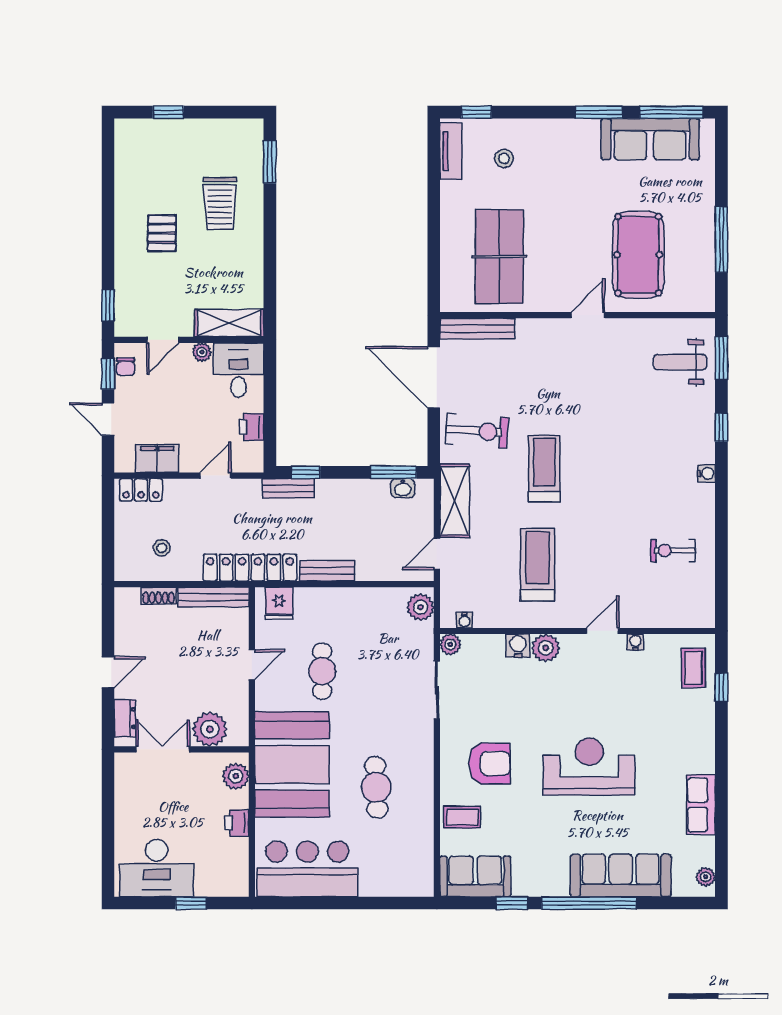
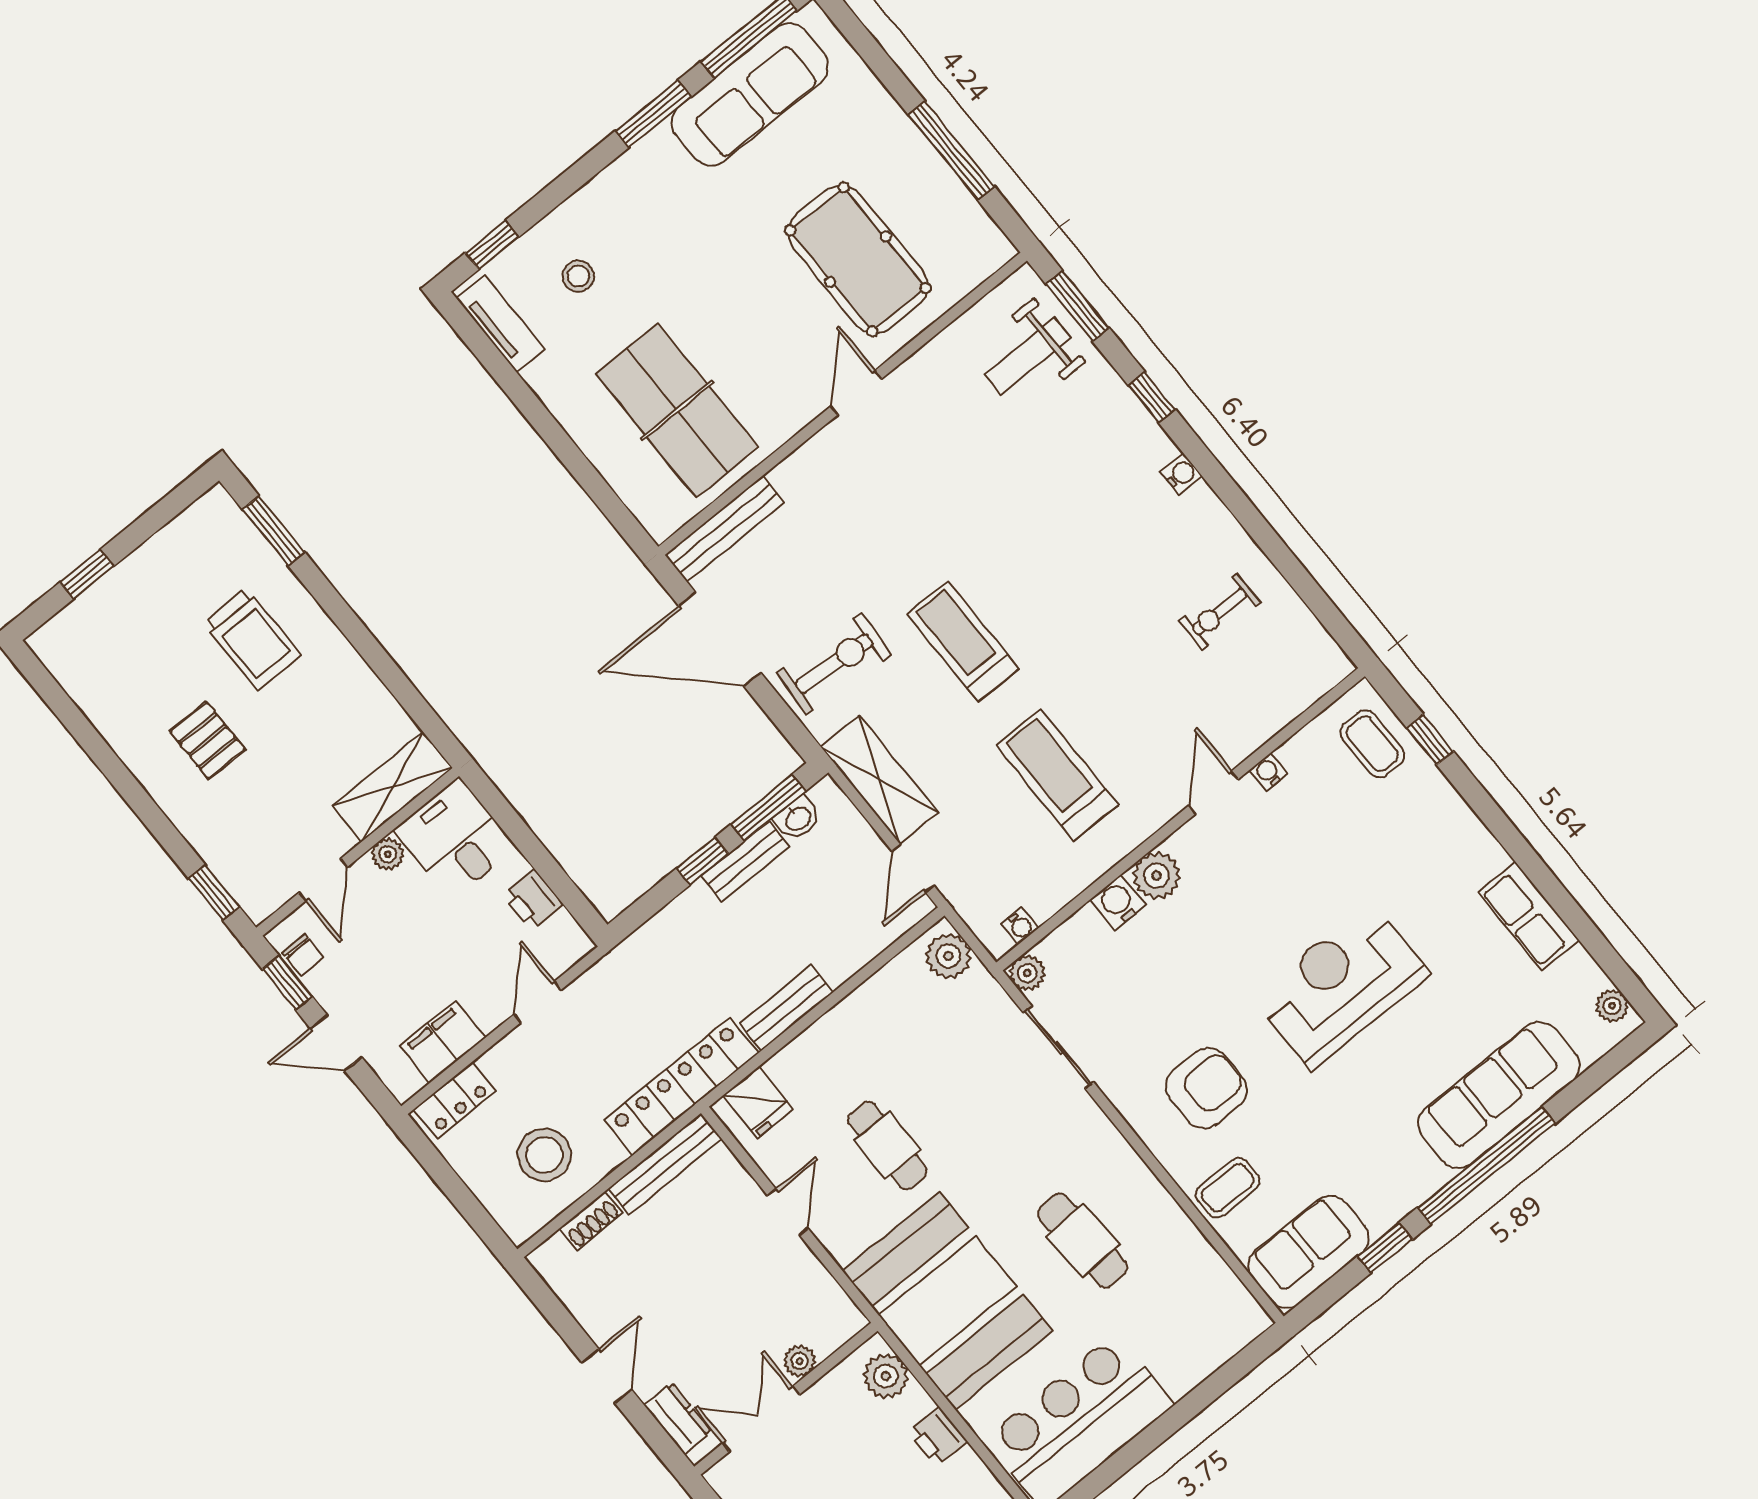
window: (306, 472) -> (703, 861), moved
bench: (288, 488) -> (745, 861), moved
stool: (162, 548) -> (544, 1155), width x1.89, depth x1.89
plant: (210, 729) -> (799, 1361), width x0.53, depth x0.53

